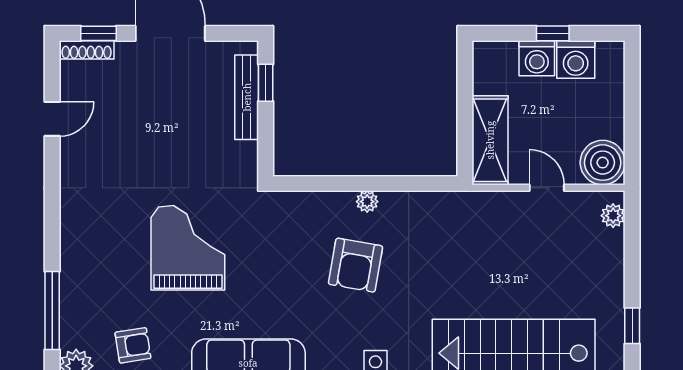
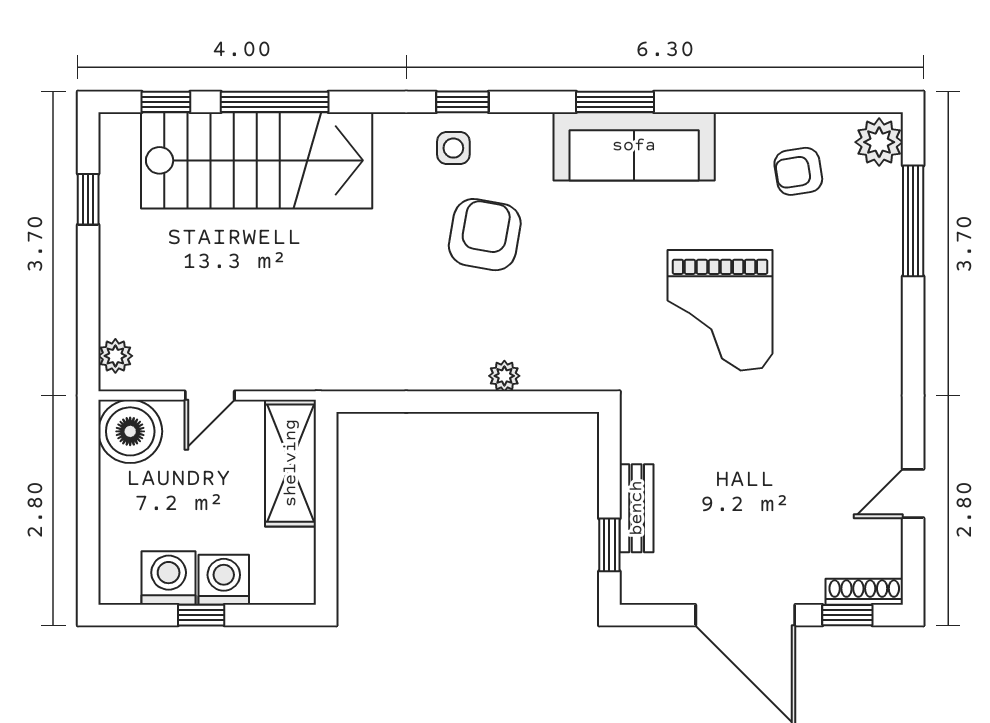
bench: (247, 97) -> (637, 508), width x0.73
door: (547, 188) -> (210, 395), hinge flipped
plant: (367, 202) -> (504, 376), moved
armchair: (355, 265) -> (485, 235), moved

